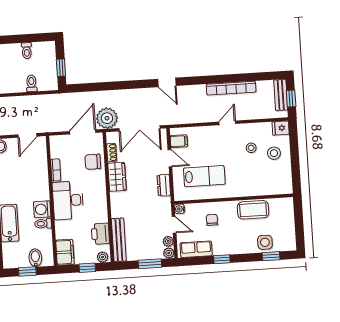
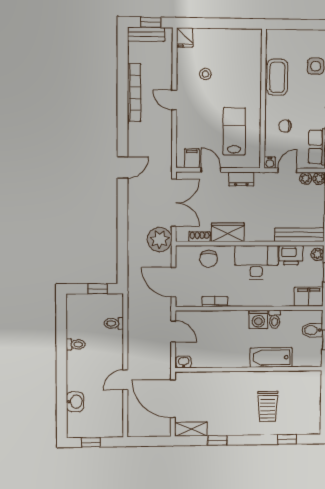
toilet: (27, 51) -> (76, 344), moved
door: (83, 132) -> (173, 282), moved
stool: (274, 153) -> (213, 48), removed
door: (170, 158) -> (211, 170), hinge flipped
desk: (68, 200) -> (256, 262), moved, turned 180

